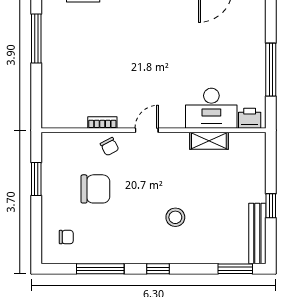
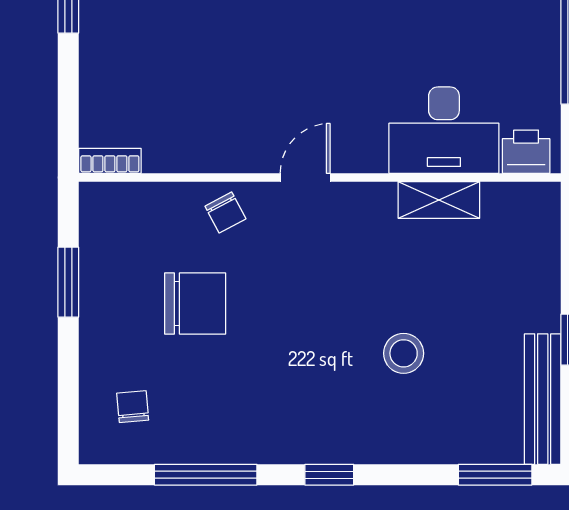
bookcase: (102, 122) -> (110, 161), moved
stool: (175, 217) -> (404, 353), moved
chair: (66, 237) -> (133, 407), turned -95

